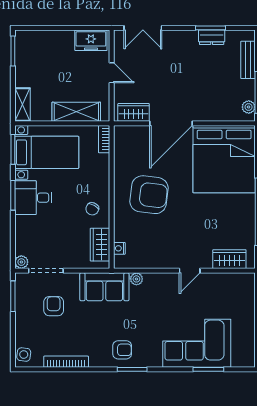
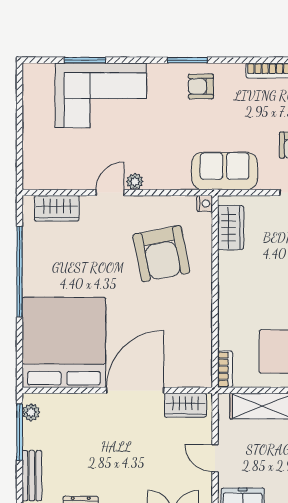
armchair: (149, 195) -> (161, 254), moved, turned -108
chair: (92, 209) -> (241, 276), removed
nightstand: (119, 248) -> (205, 204), moved
plant: (136, 279) -> (135, 182), moved

